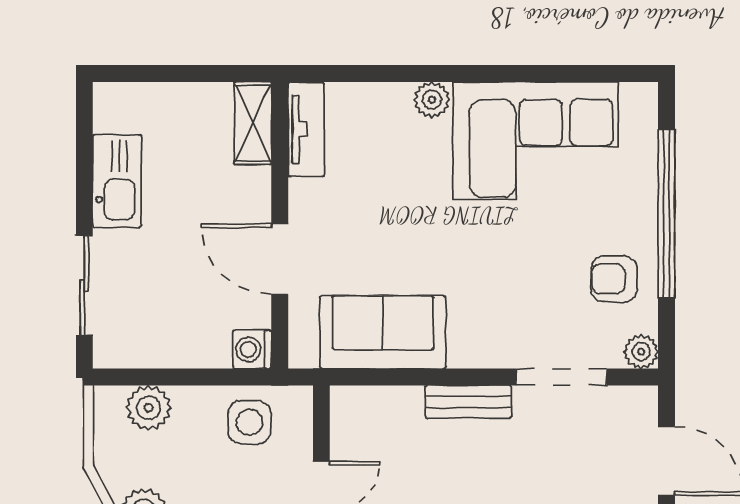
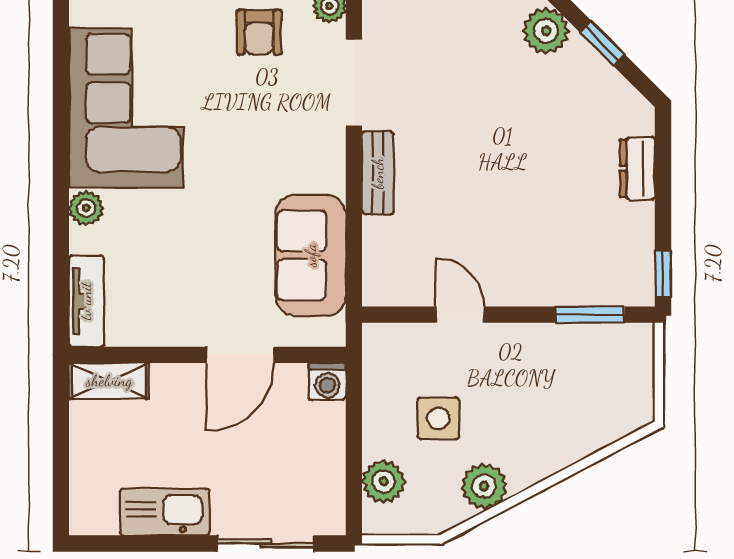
tv unit: (306, 129) -> (86, 301), moved, turned 90
side table: (249, 422) -> (438, 418), moved

